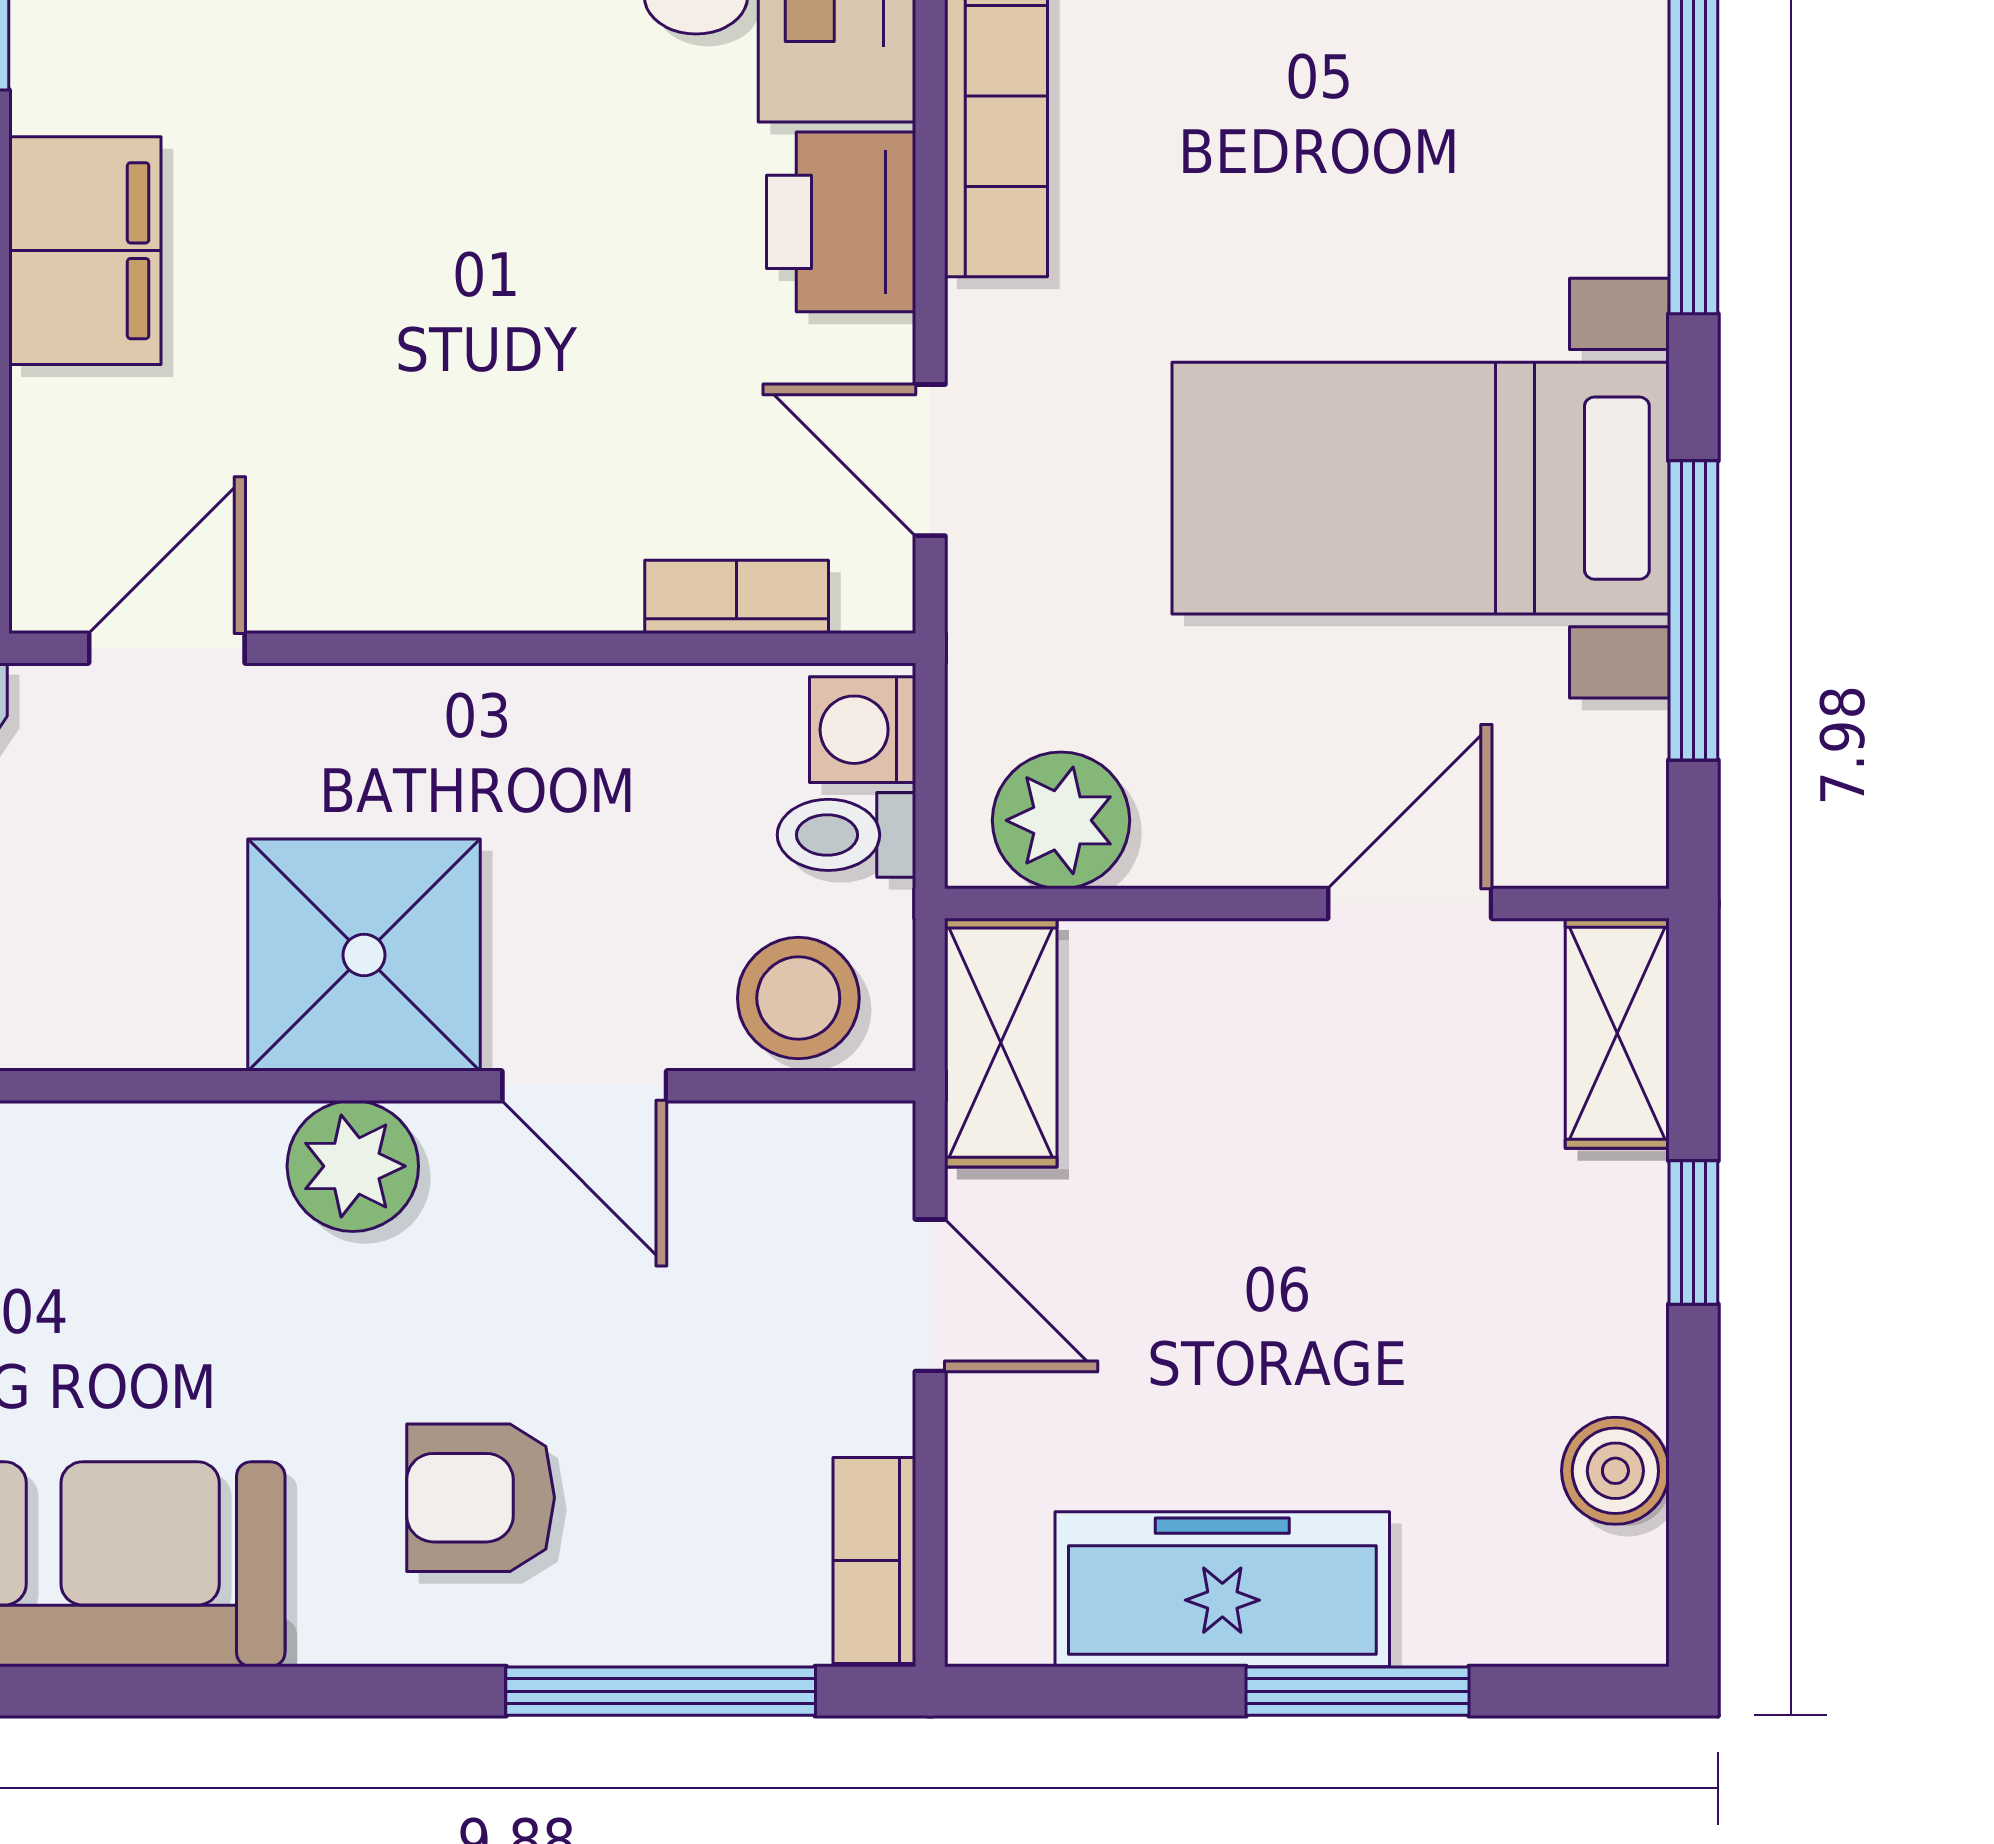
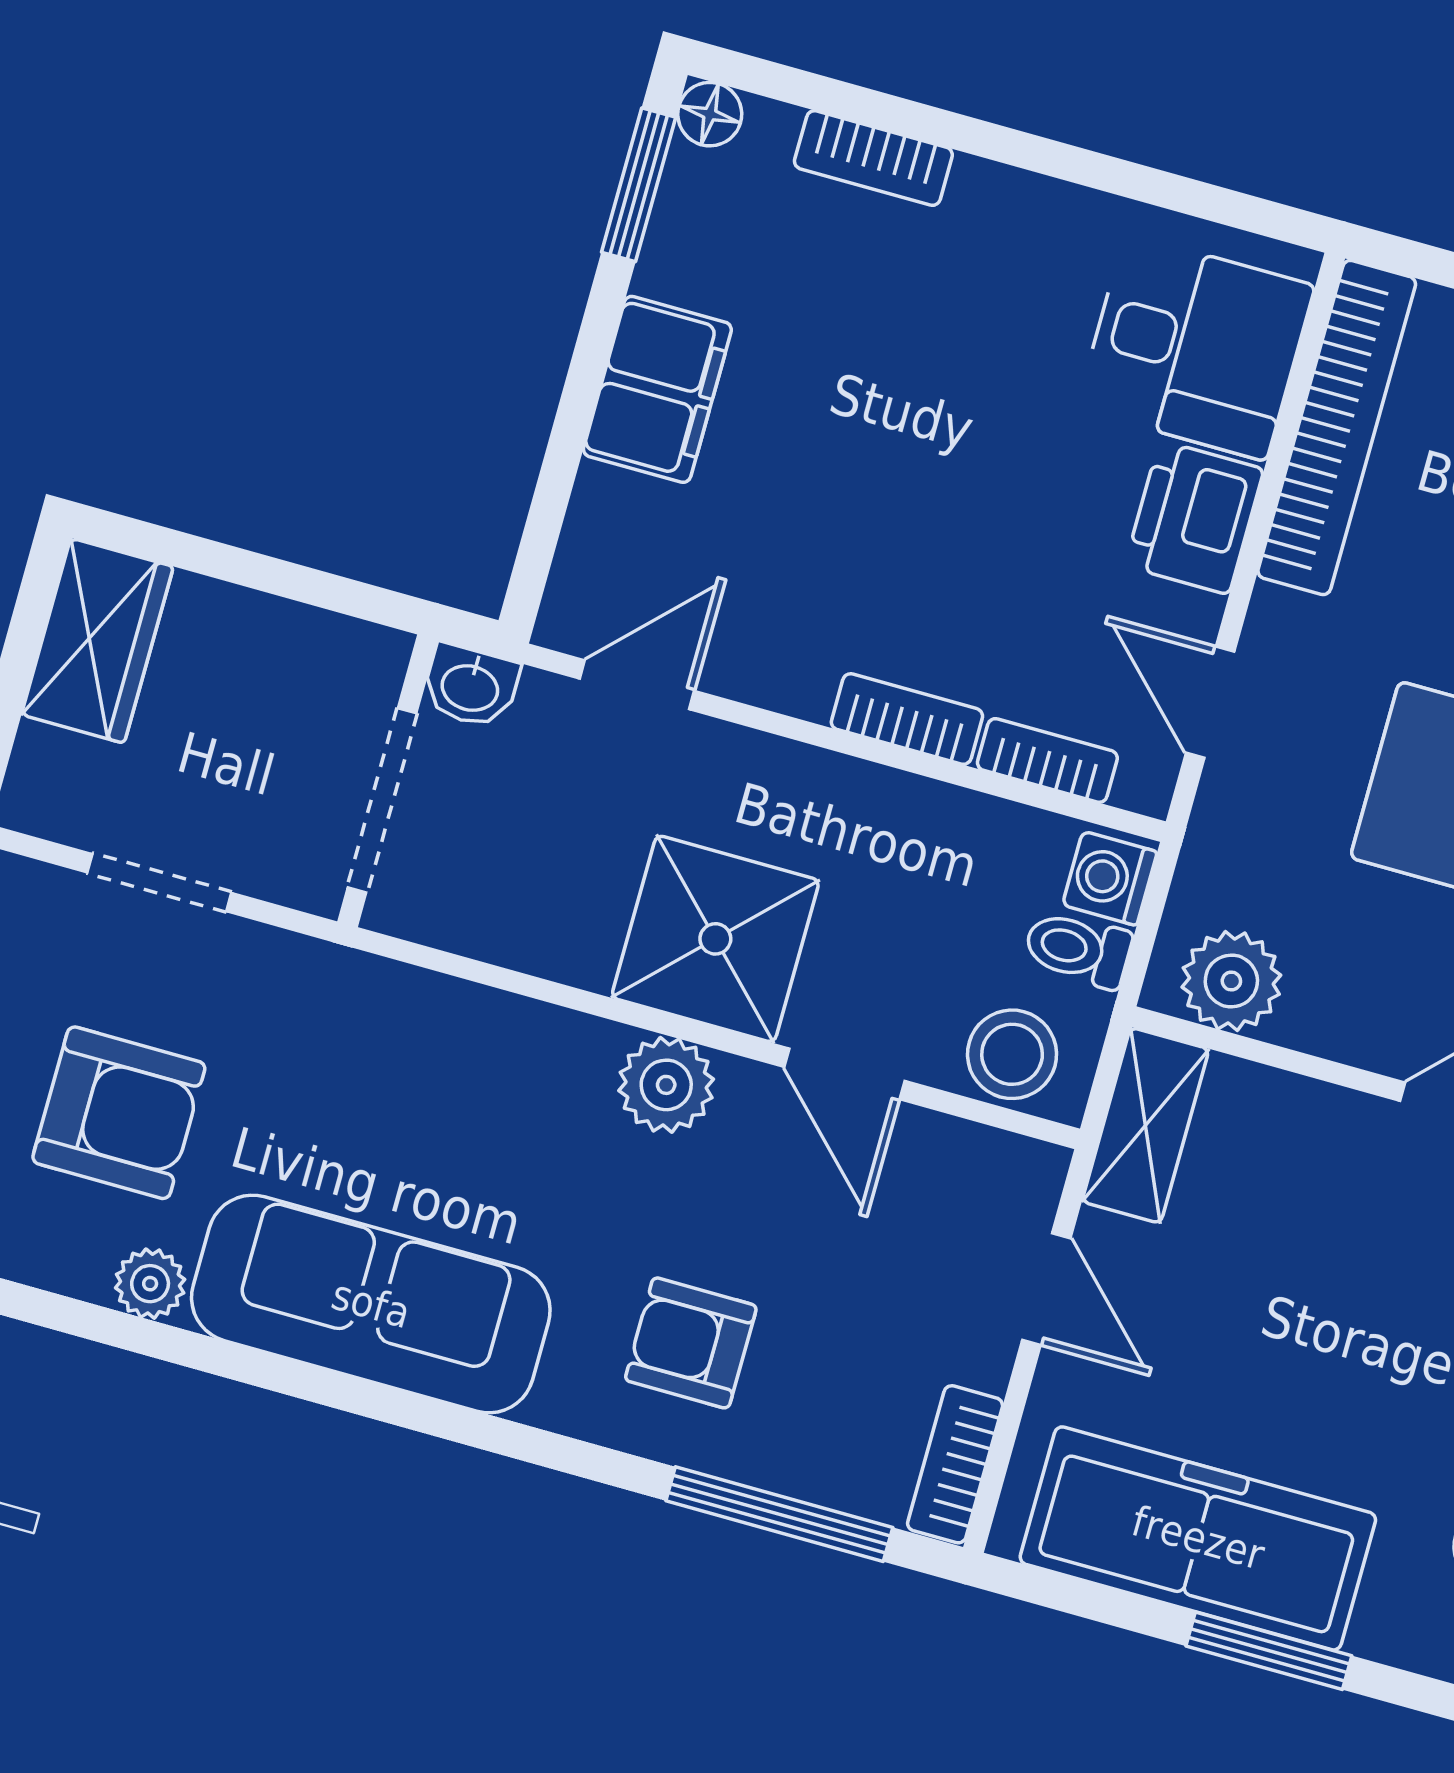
bookcase: (536, 594) -> (907, 719), added
freezer: (1222, 1589) -> (1198, 1538), width x1.36, depth x1.26

